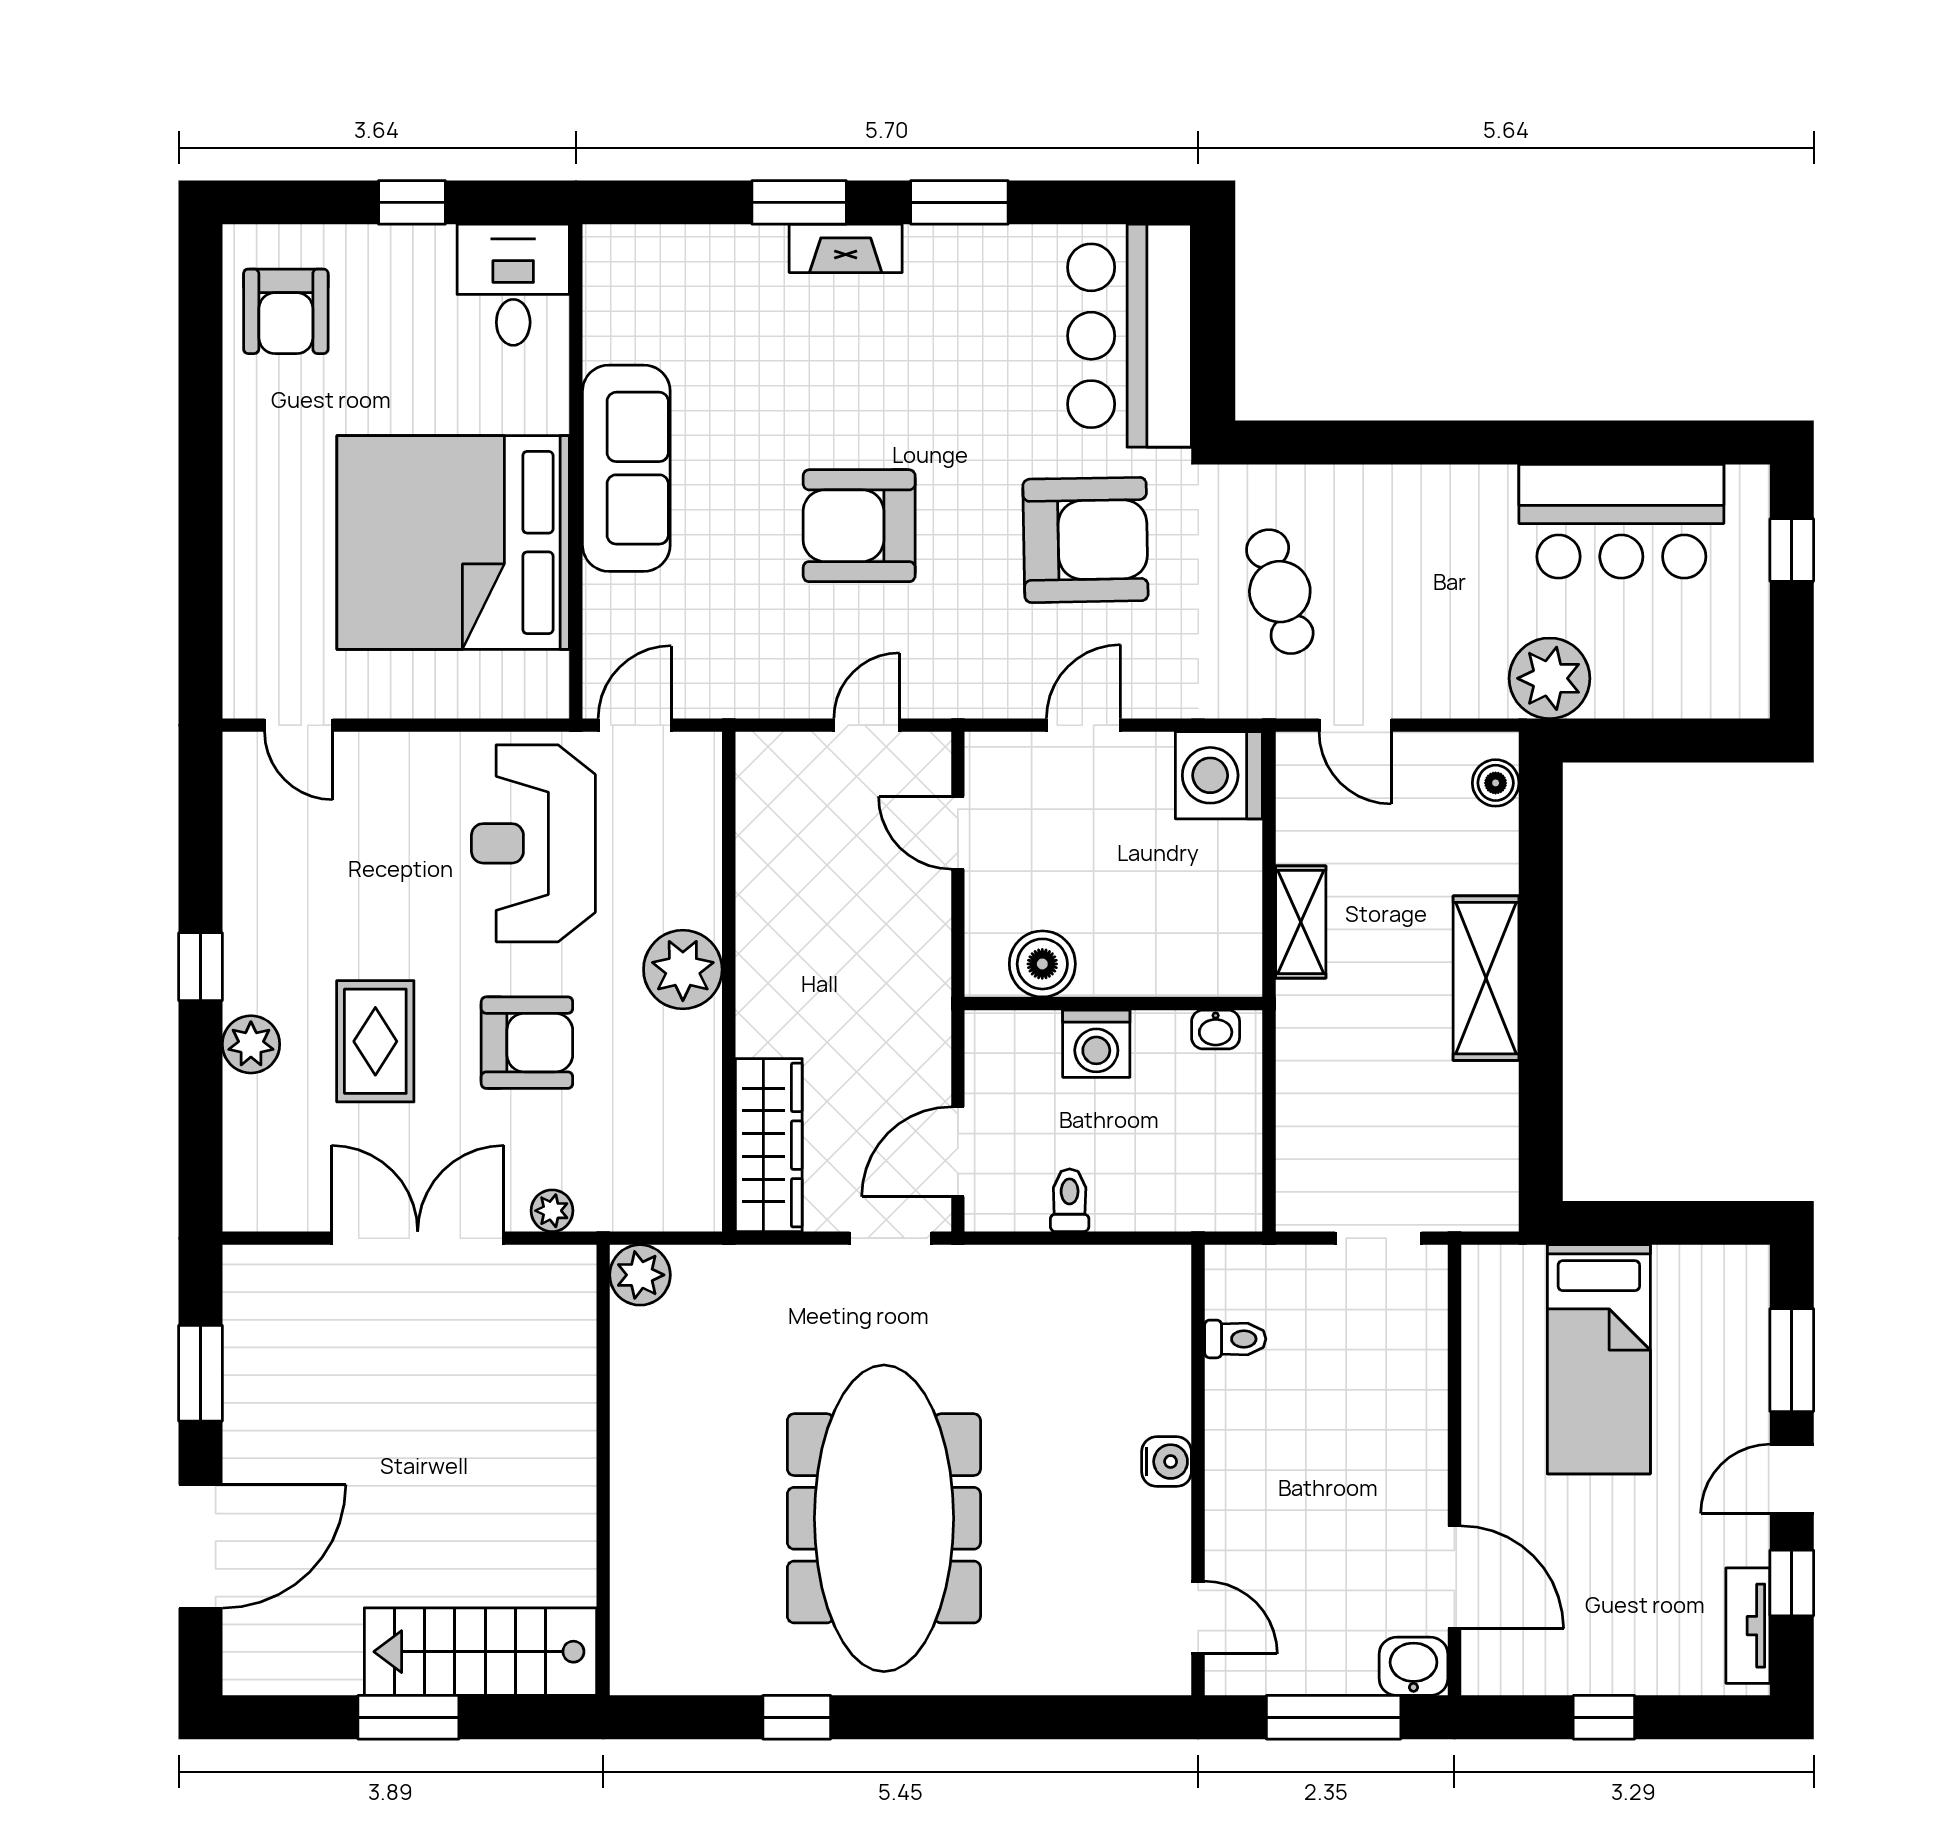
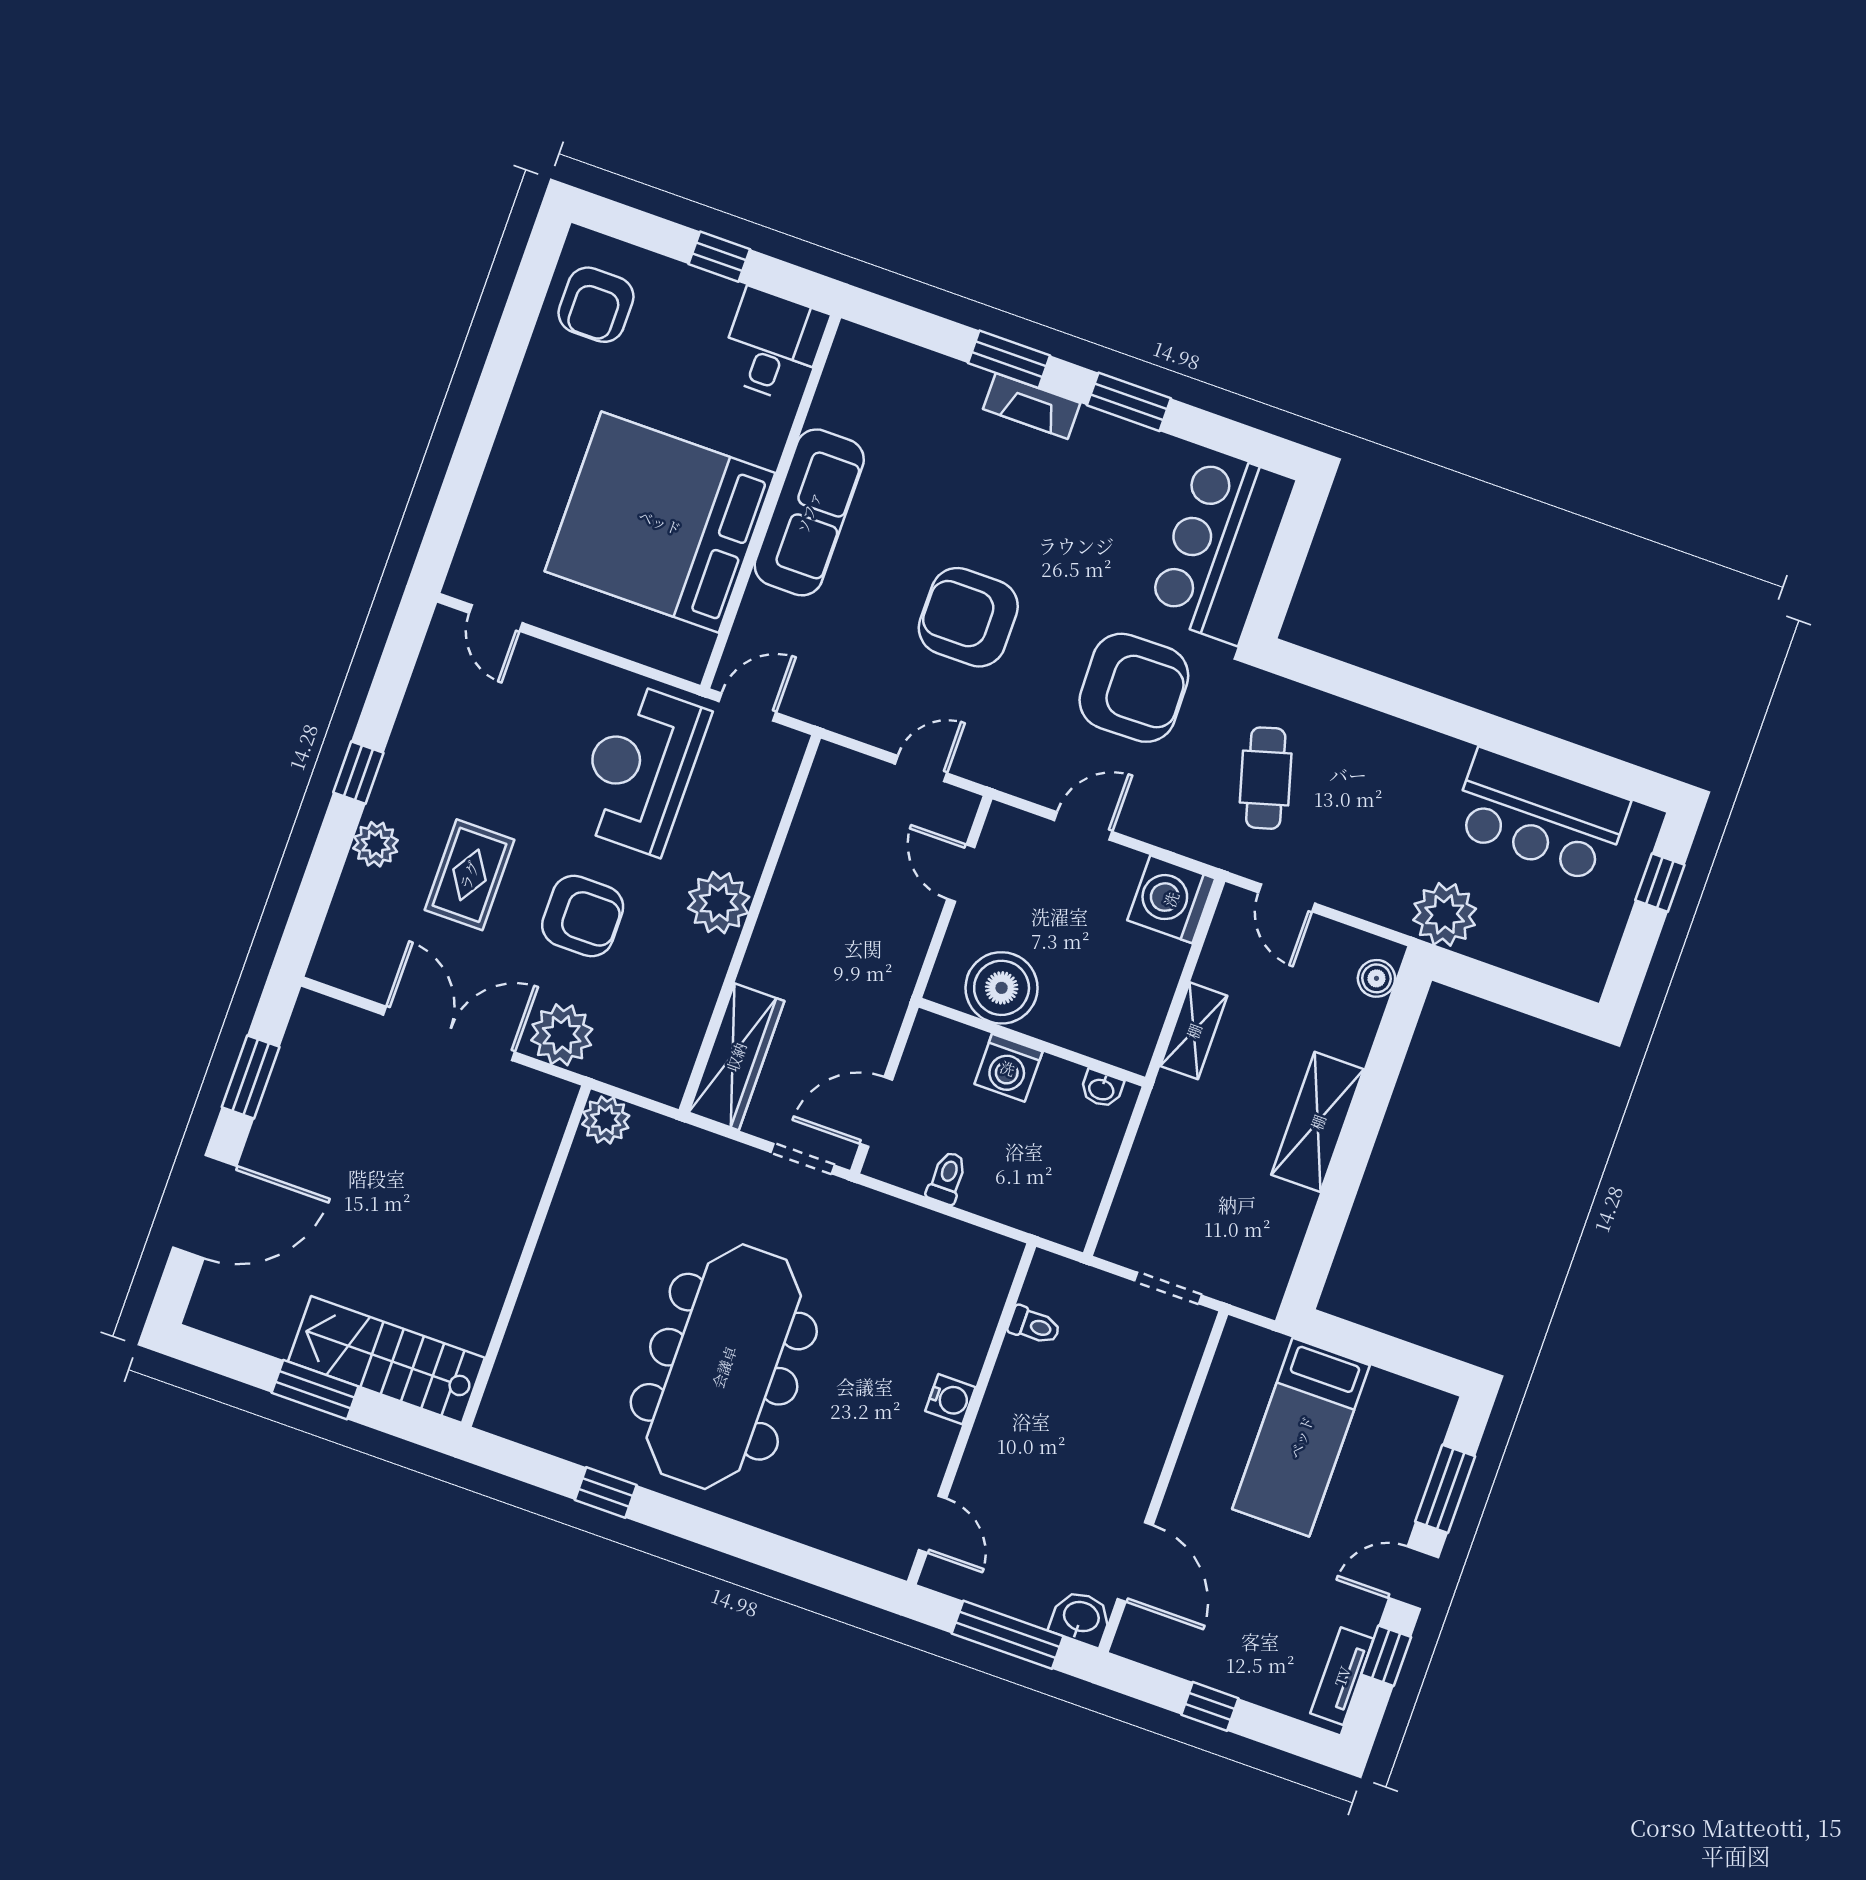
boiler: (1042, 964) -> (1002, 988), width x1.37, depth x1.37
plant: (552, 1211) -> (562, 1035), width x1.87, depth x1.87

